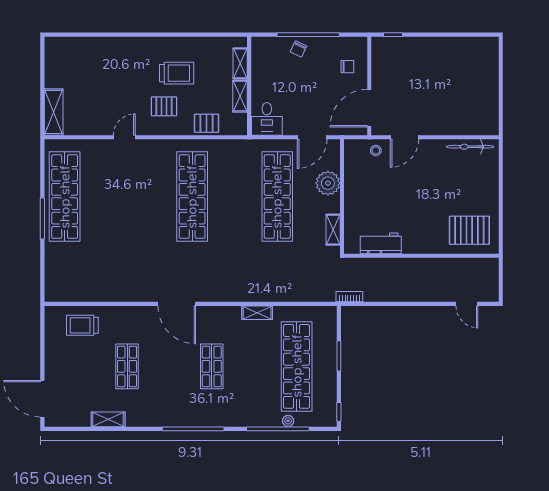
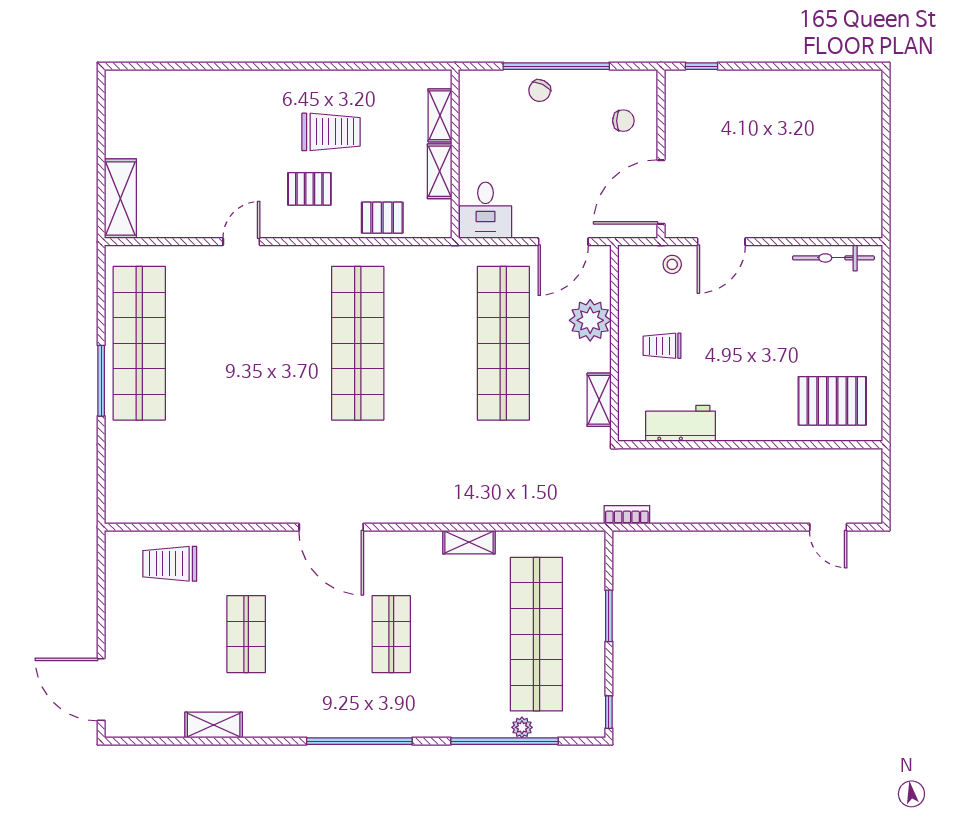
trolley: (370, 198) -> (662, 346), added

